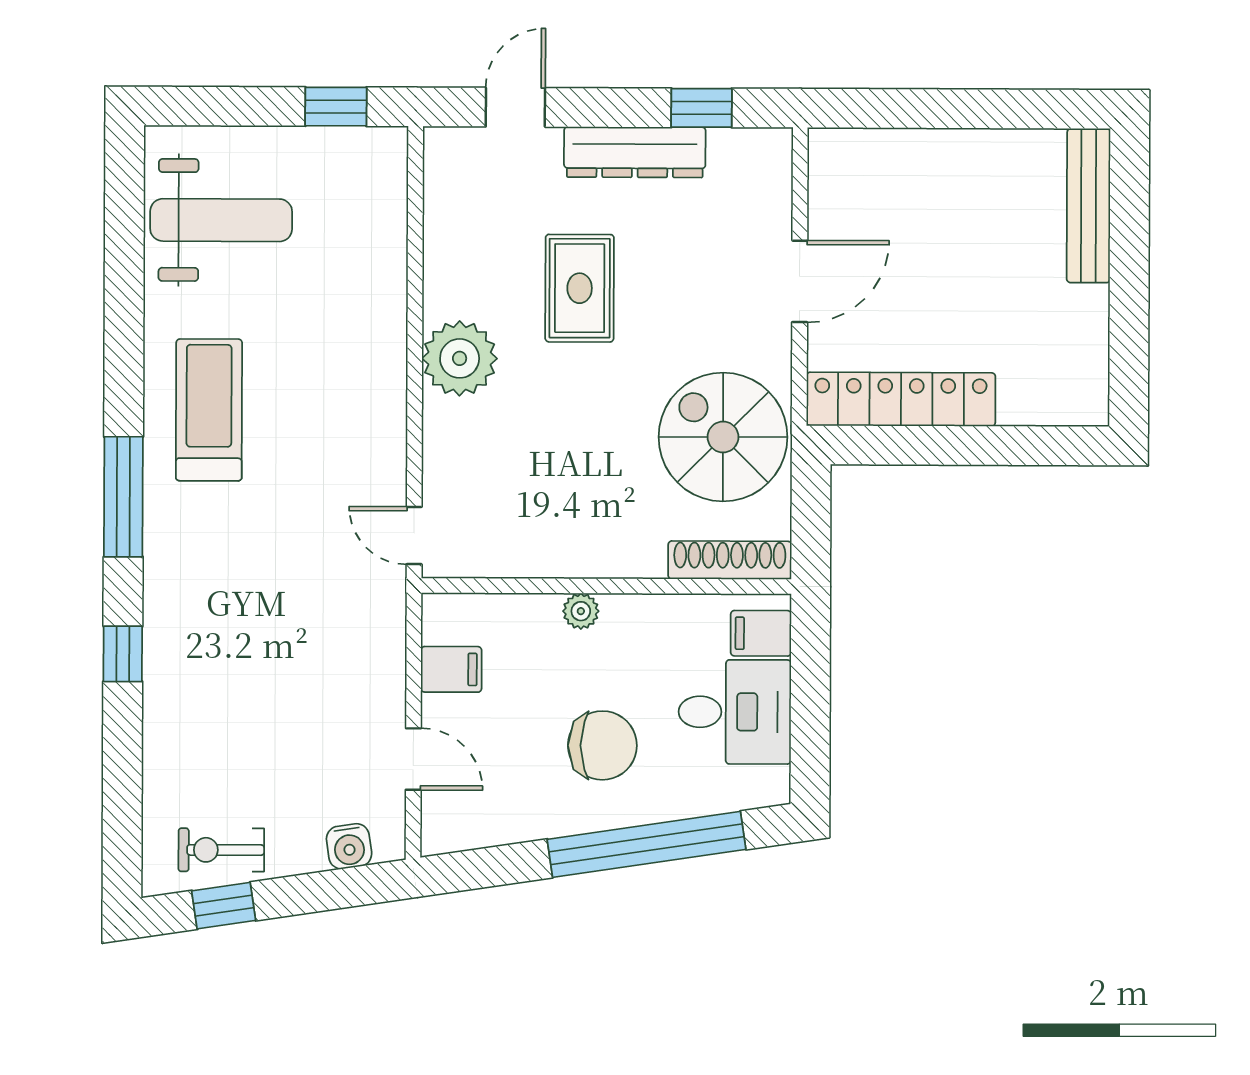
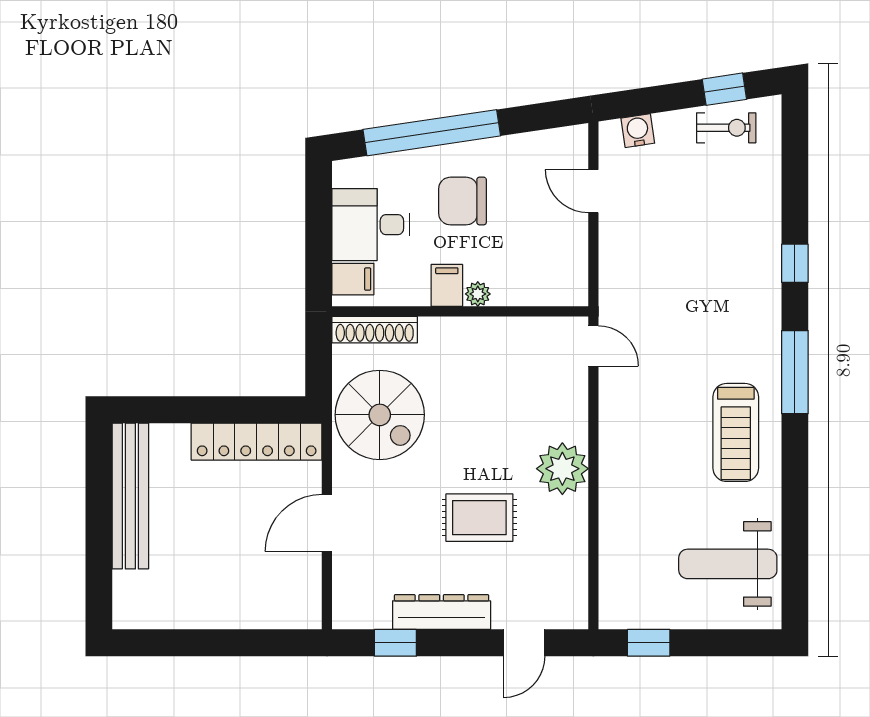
bench: (1089, 206) -> (130, 496), moved, width x1.37, depth x1.21
rug: (580, 288) -> (479, 518), turned 90
filing cabinet: (451, 669) -> (447, 285), moved, turned 90

